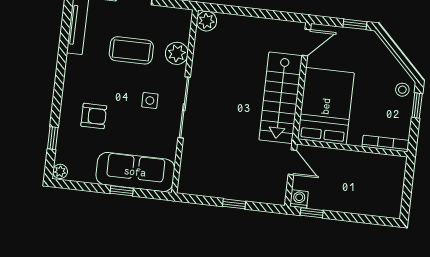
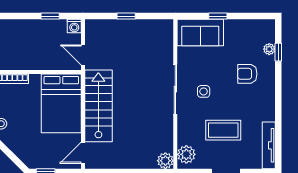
plant: (177, 53) -> (186, 154), moved
plant: (60, 171) -> (269, 49), moved
sofa: (135, 172) -> (200, 33), width x0.73
window: (312, 213) -> (50, 16), moved

